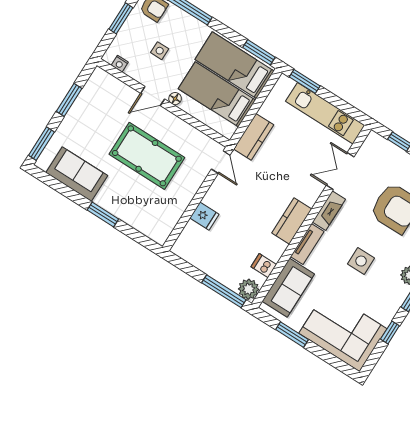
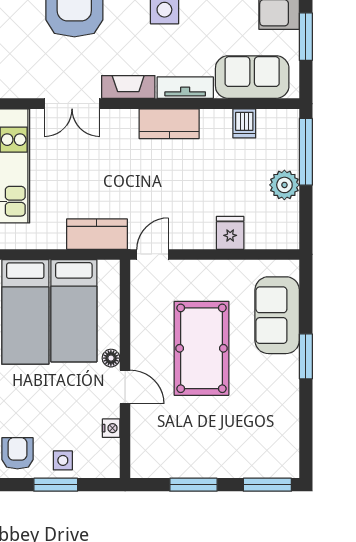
side table: (160, 51) -> (63, 460), moved
nightstand: (120, 64) -> (111, 428), moved
sofa: (77, 174) -> (277, 315), moved
plant: (249, 289) -> (284, 185), moved

